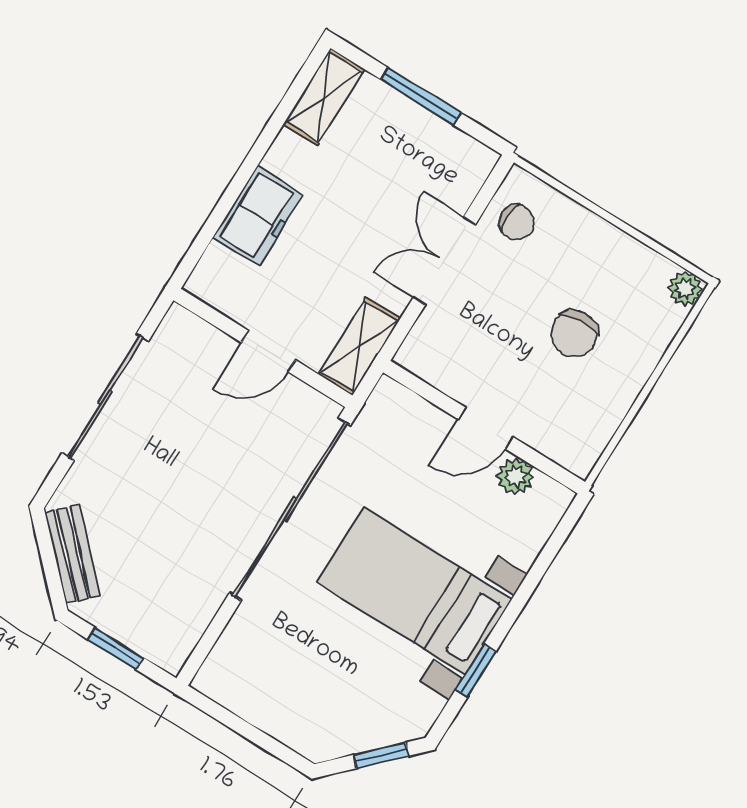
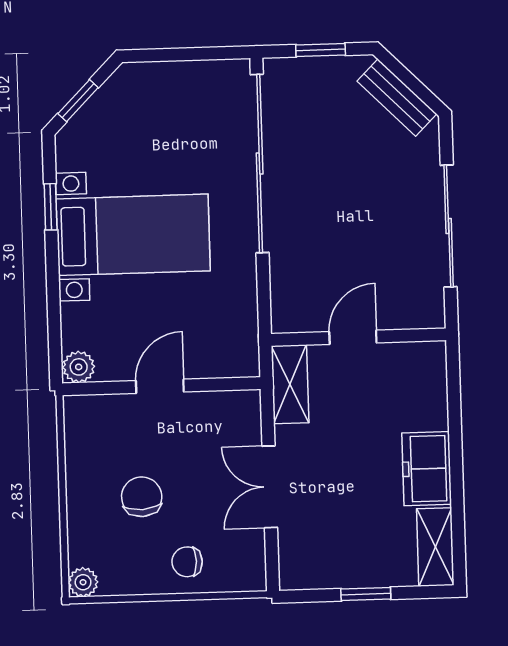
window: (421, 96) -> (366, 594), width x0.67
freezer: (258, 216) -> (427, 469), moved
chair: (516, 222) -> (187, 562), moved
double door: (444, 261) -> (270, 487), swing flipped
plant: (515, 476) -> (79, 367), moved
sliding door: (290, 509) -> (260, 163), moved

